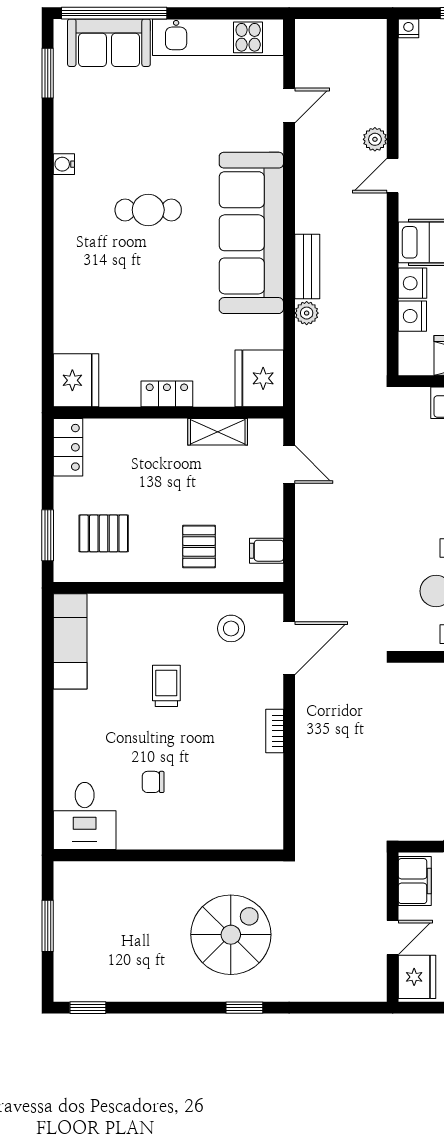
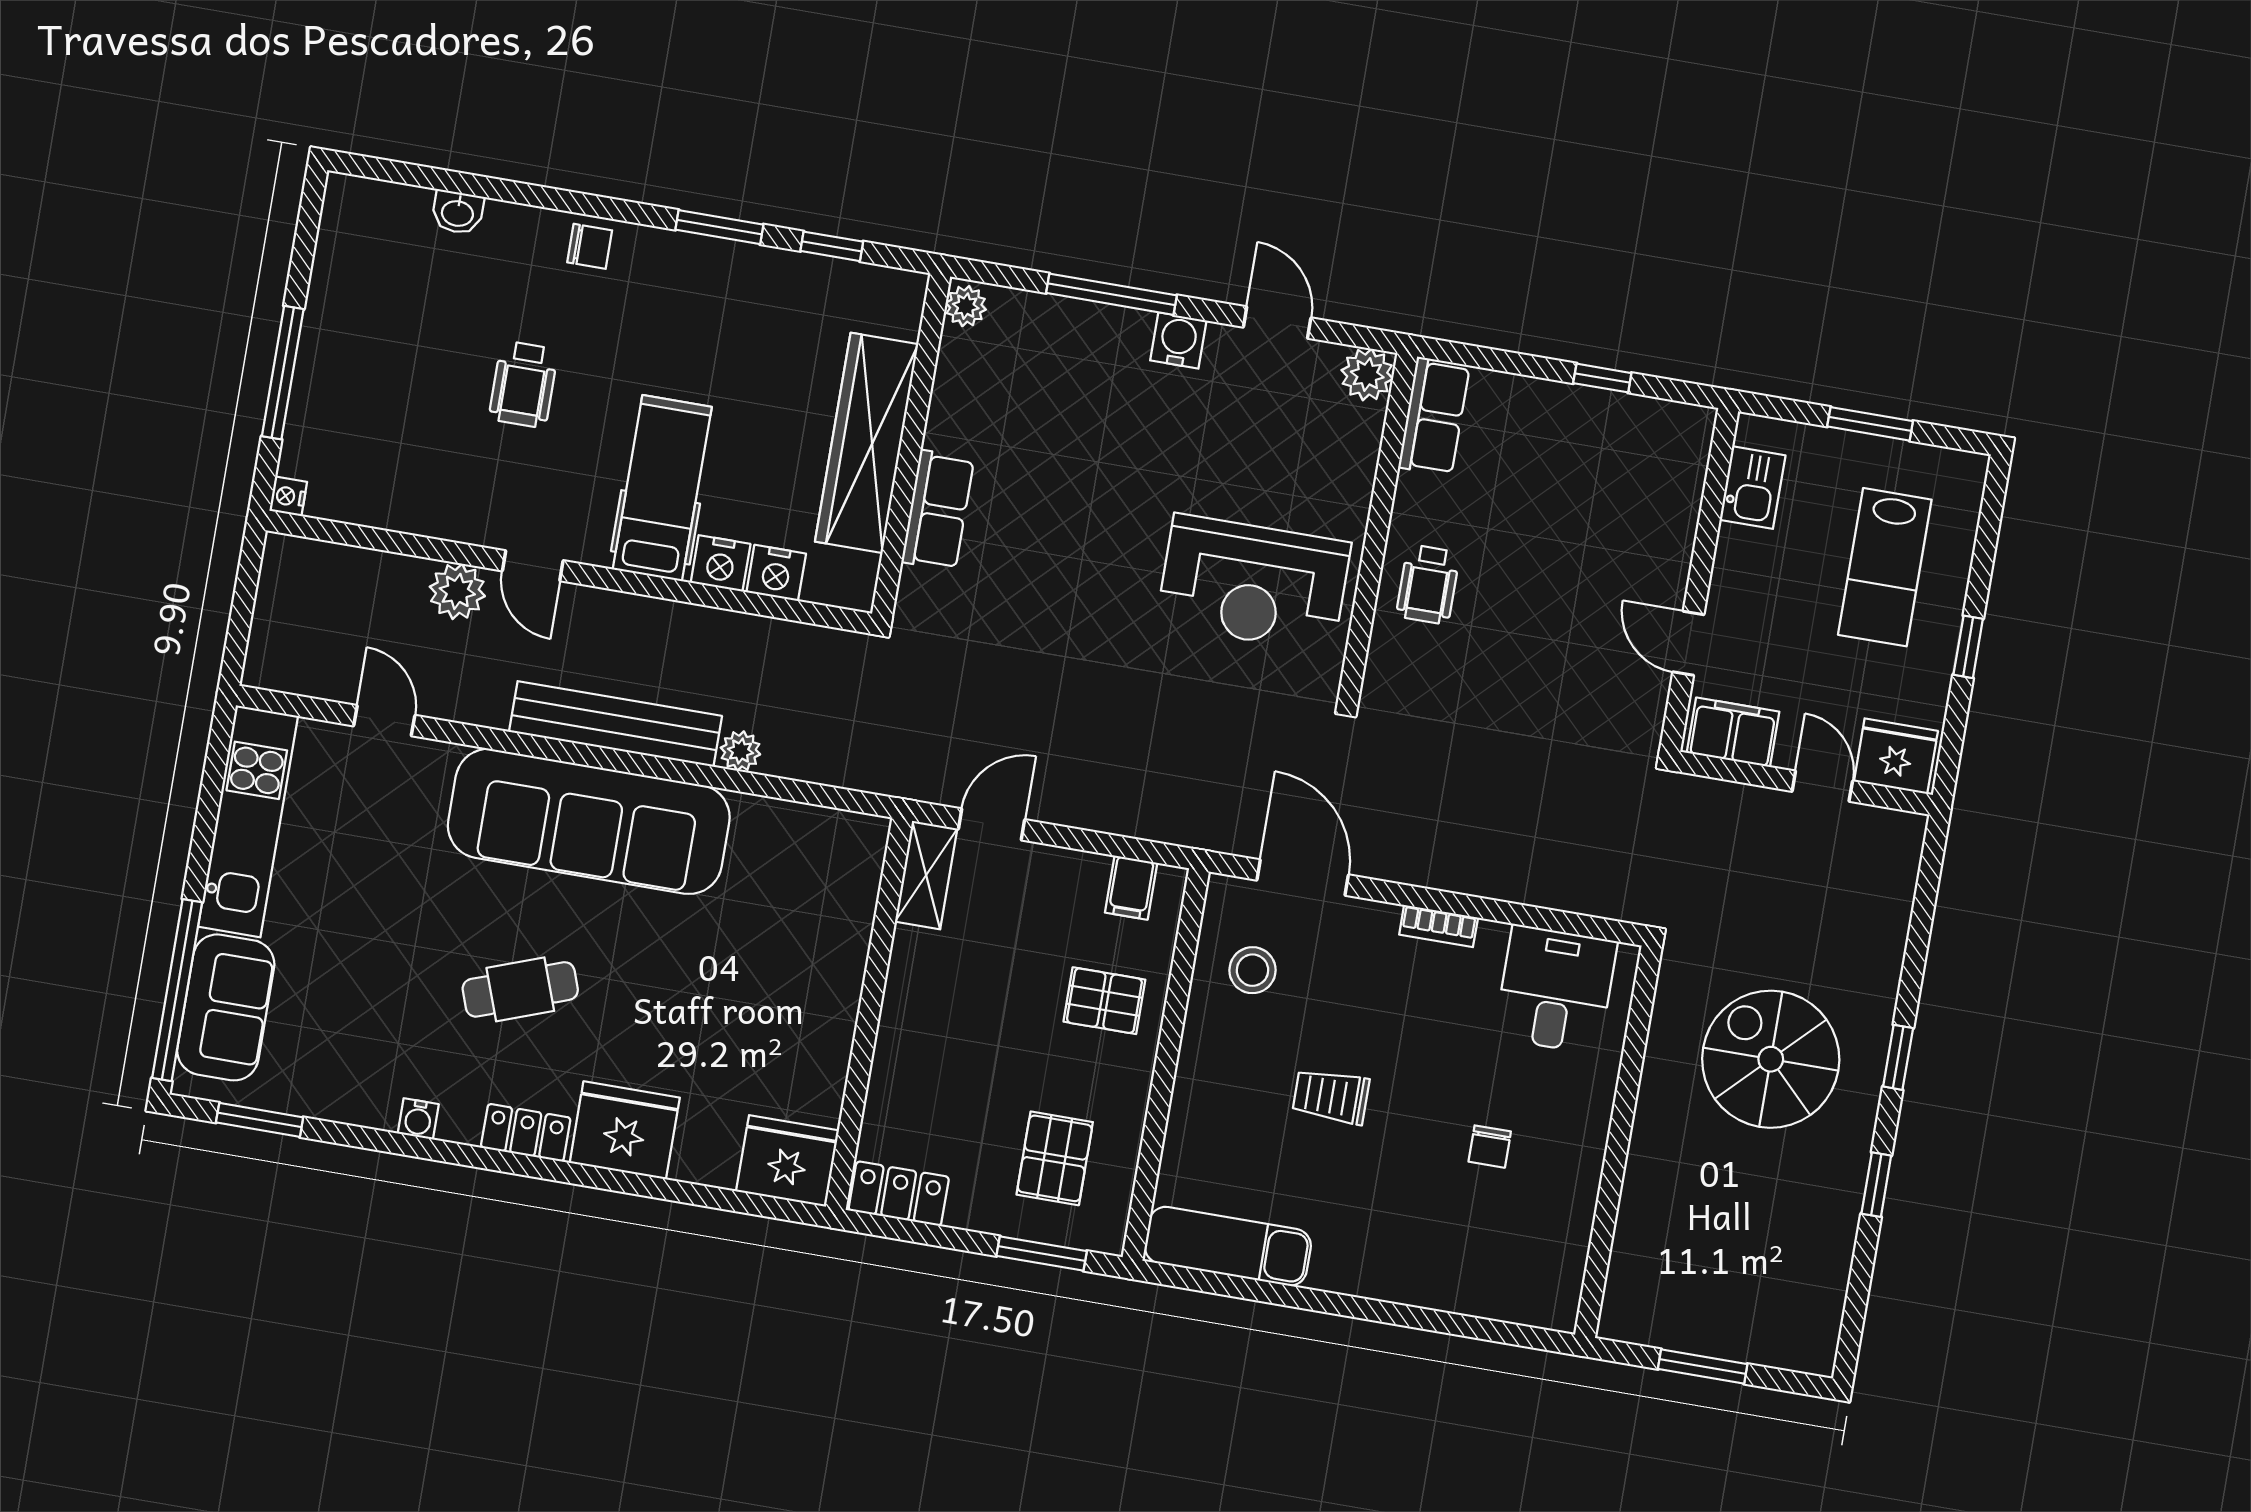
plant: (375, 139) -> (457, 591), width x1.38, depth x1.38
cafe table: (148, 210) -> (520, 989), turned 70
bench: (307, 267) -> (615, 724), width x1.86, depth x1.21
fridge: (259, 378) -> (625, 1130), moved, turned 180
locker: (167, 394) -> (526, 1133), moved, turned 90
shelving: (218, 432) -> (926, 875), moved
desk: (85, 816) -> (1556, 989), moved, turned -90
window: (88, 1008) -> (1876, 1185), moved

